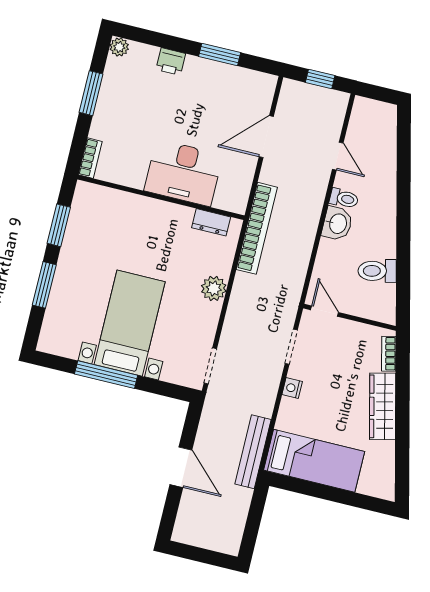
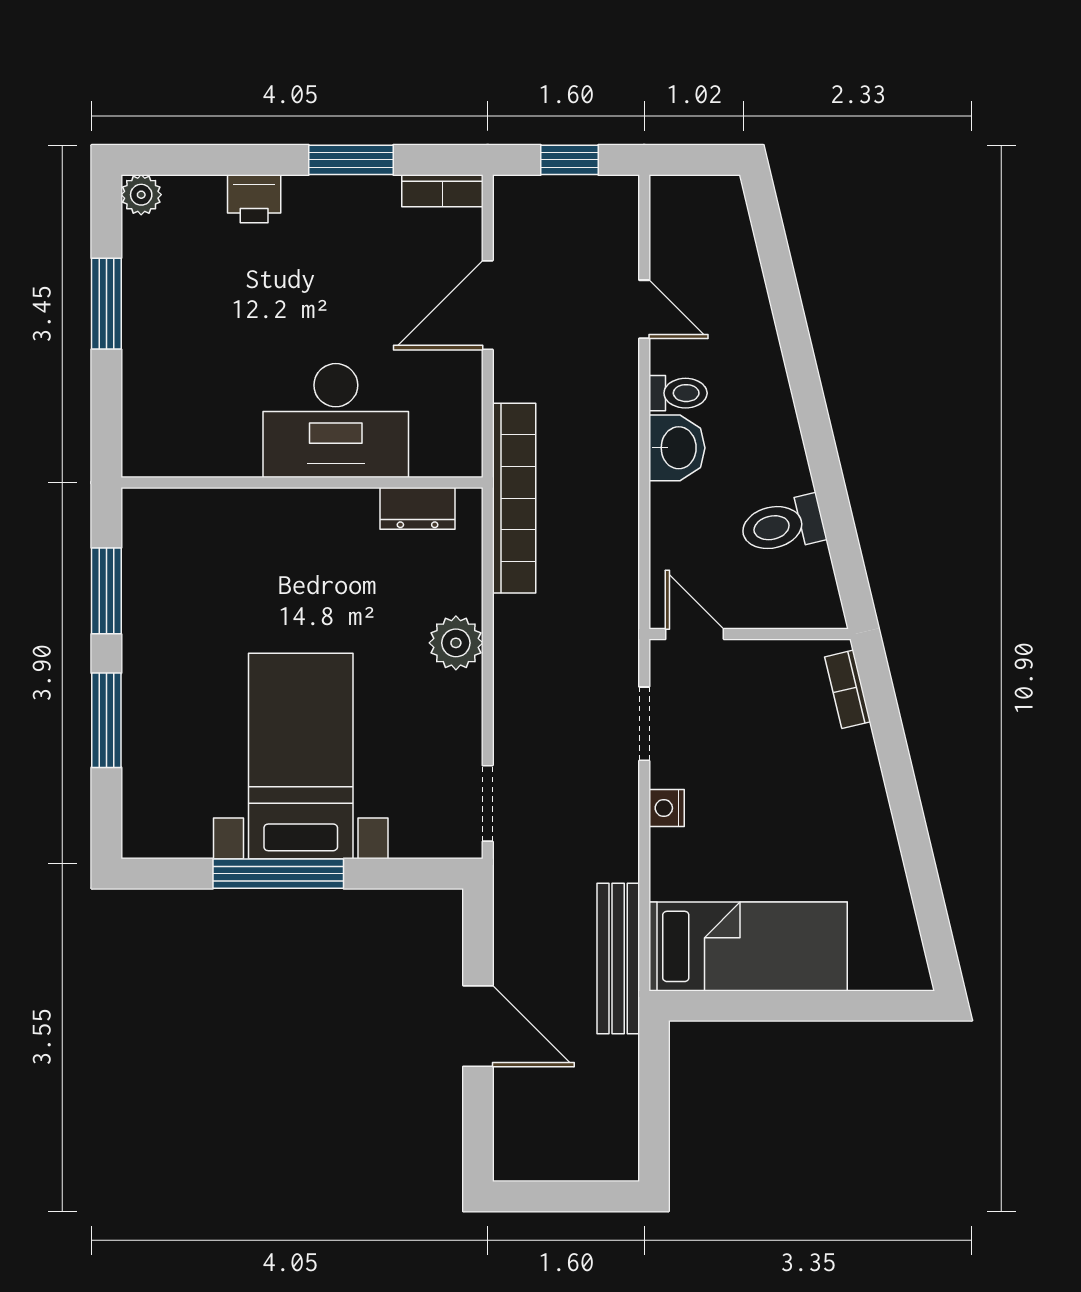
bookcase: (90, 158) -> (442, 191), moved, turned 90
wardrobe: (383, 406) -> (861, 800), removed

